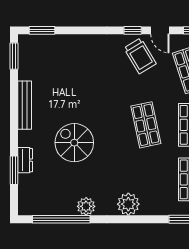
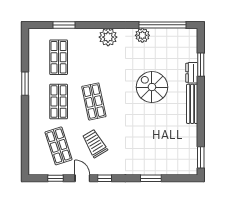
window: (42, 30) -> (151, 178), moved
trolley: (140, 56) -> (95, 143), moved
bench: (25, 105) -> (192, 104), moved
spiral stairs: (74, 143) -> (152, 87), turned 180

